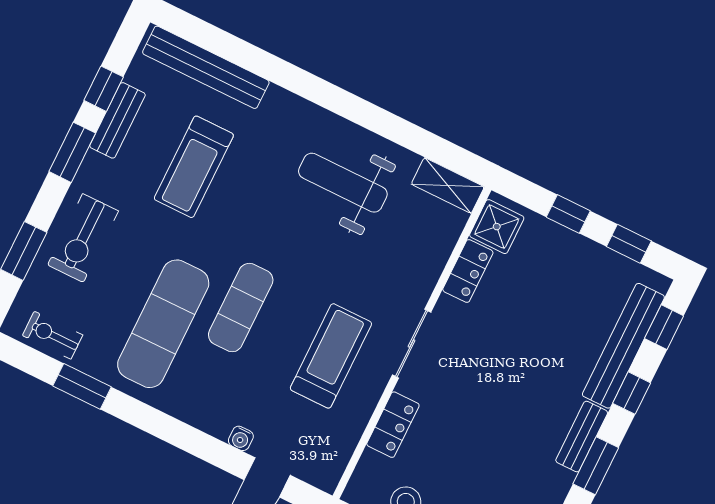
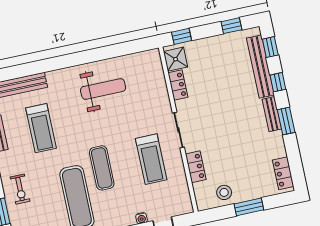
weight bench: (343, 183) -> (103, 89), turned 180
shelving: (448, 185) -> (144, 58), removed
window: (568, 214) -> (182, 36), moved
exercise bike: (83, 238) -> (20, 189), width x0.73, depth x0.72
treadmill: (331, 356) -> (151, 159), turned 180

